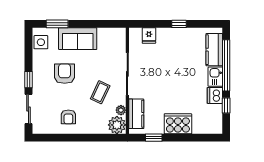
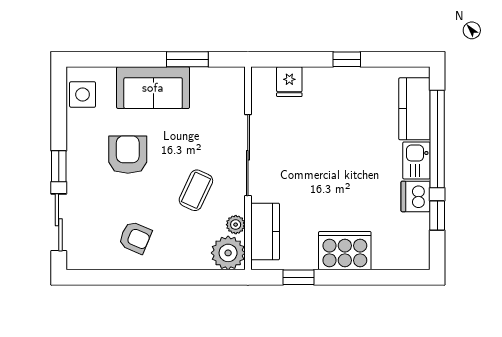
window: (57, 24) -> (187, 59), moved
armchair: (68, 117) -> (135, 238), turned -67

